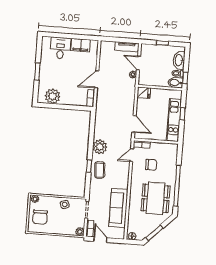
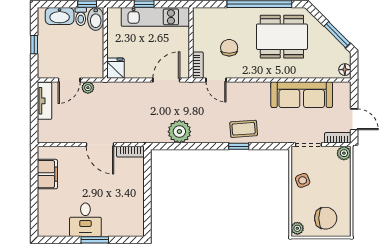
desk: (60, 48) -> (85, 220), moved, turned -90
plant: (53, 96) -> (132, 213), removed
plant: (100, 147) -> (179, 132), moved
door: (101, 240) -> (354, 119), swing flipped

